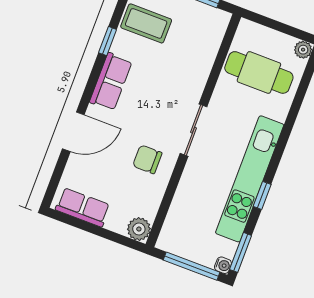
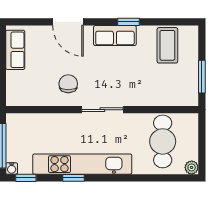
window: (108, 41) -> (128, 22), moved
plant: (139, 229) -> (15, 97), removed
window: (241, 252) -> (26, 178), width x0.67

